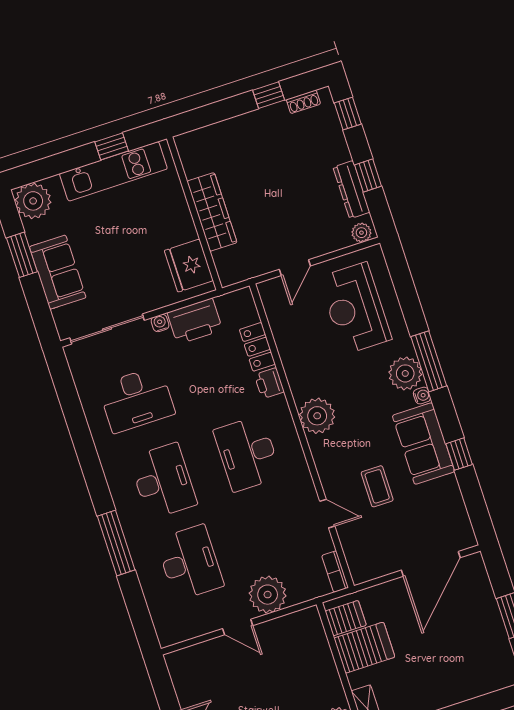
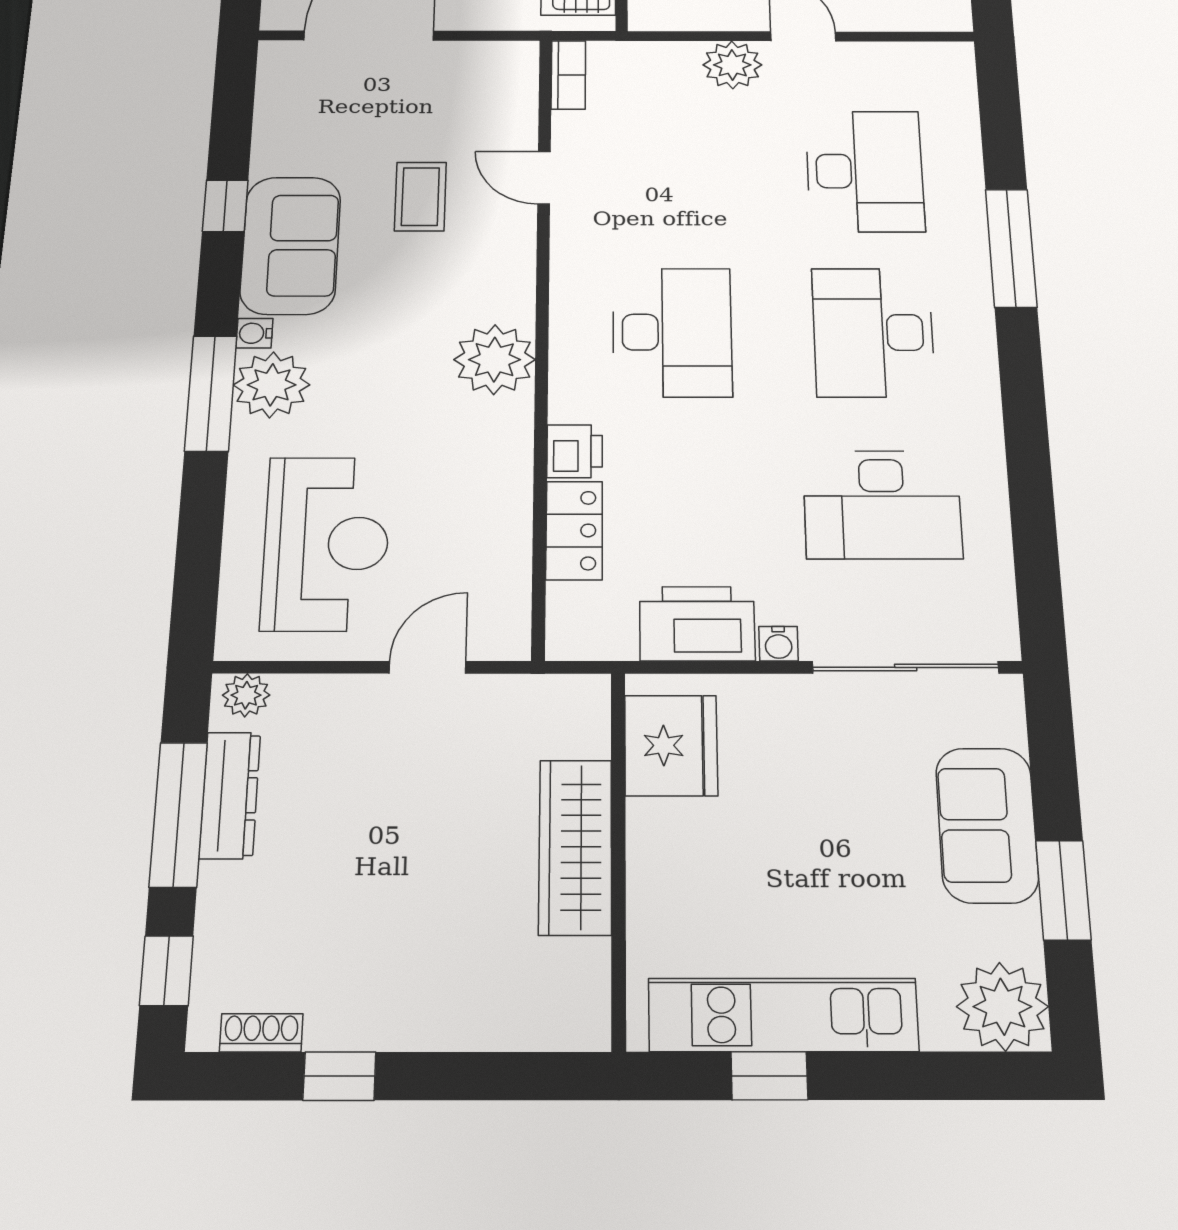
window: (368, 175) -> (178, 814), width x2.17
desk: (136, 399) -> (882, 505), turned 180
desk: (190, 563) -> (865, 171), turned 180
plant: (268, 595) -> (732, 65), width x0.73, depth x0.73

